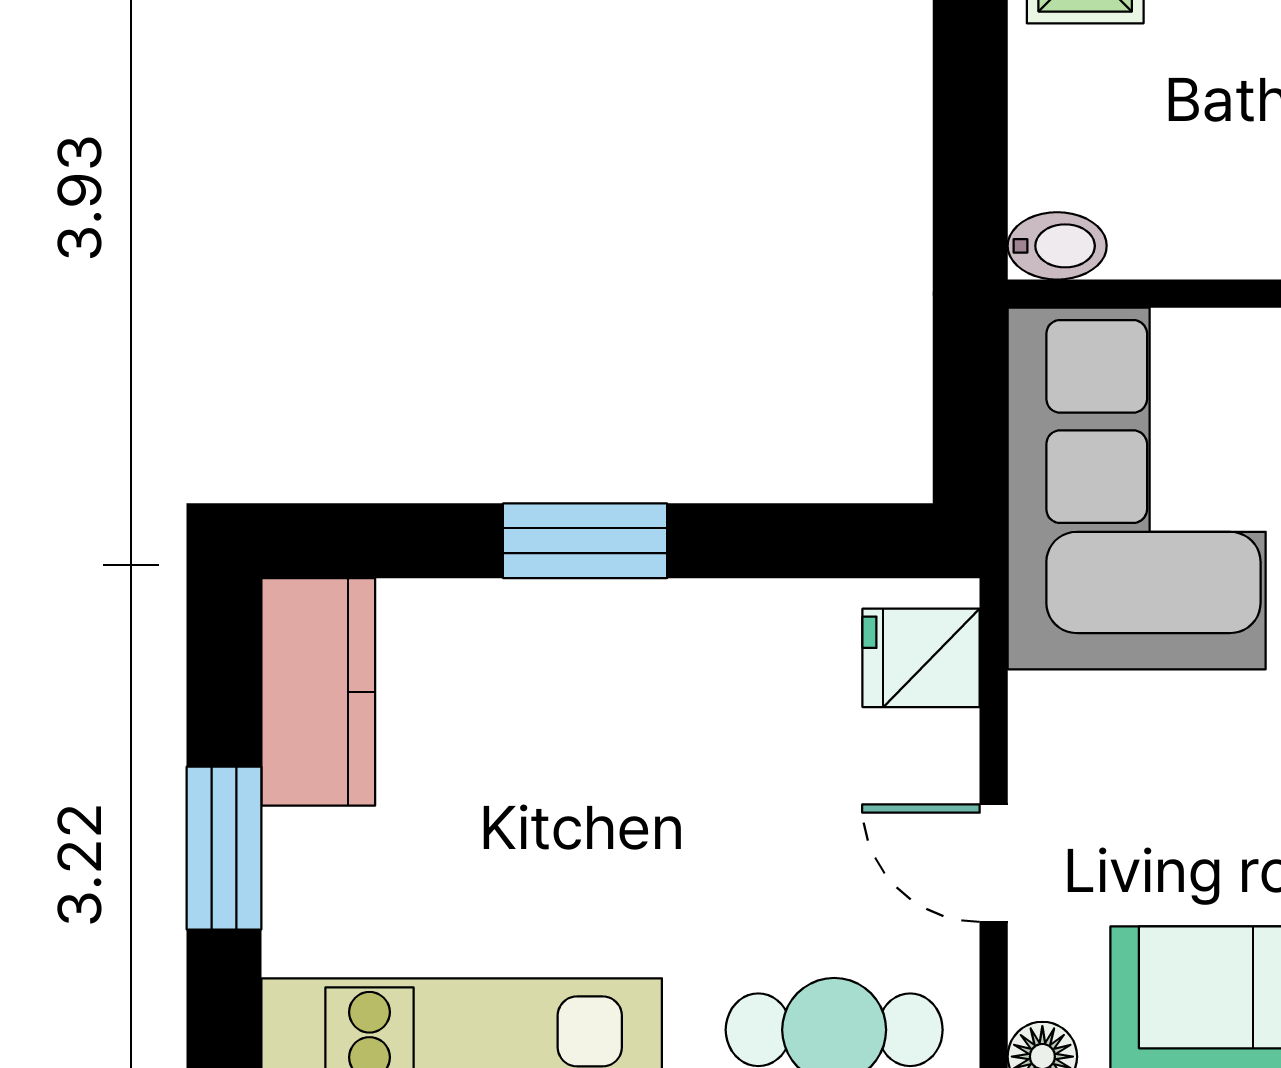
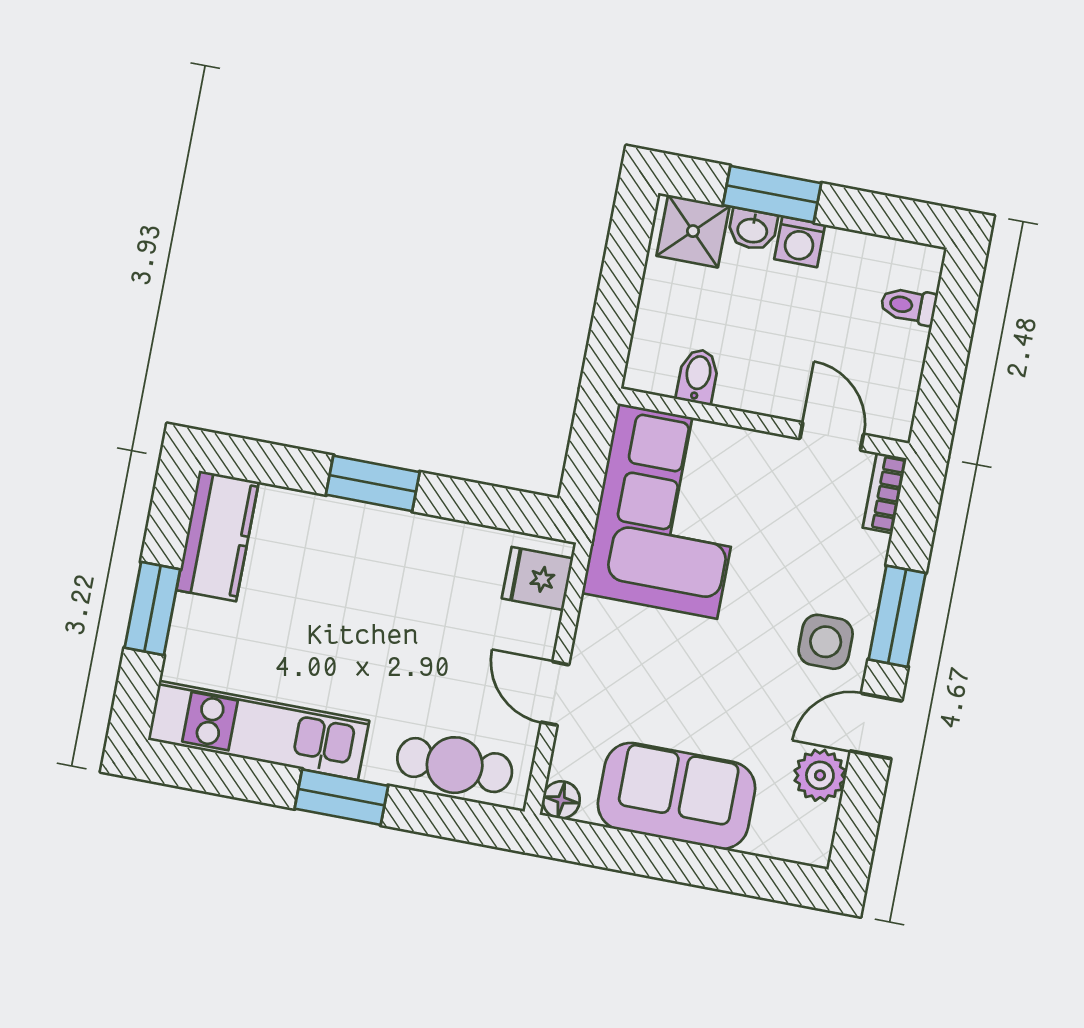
bidet: (1057, 246) -> (698, 376), moved, turned -90

